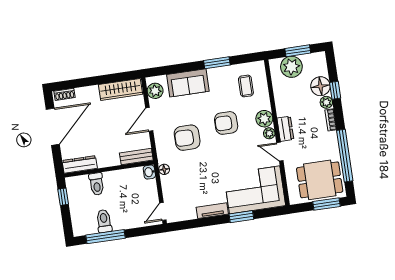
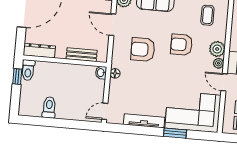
door: (149, 119) -> (112, 25), hinge flipped
bench: (136, 157) -> (82, 55), moved
toilet: (97, 184) -> (28, 70), moved
tv unit: (212, 211) -> (144, 121), width x1.41
window: (106, 237) -> (47, 122), removed

